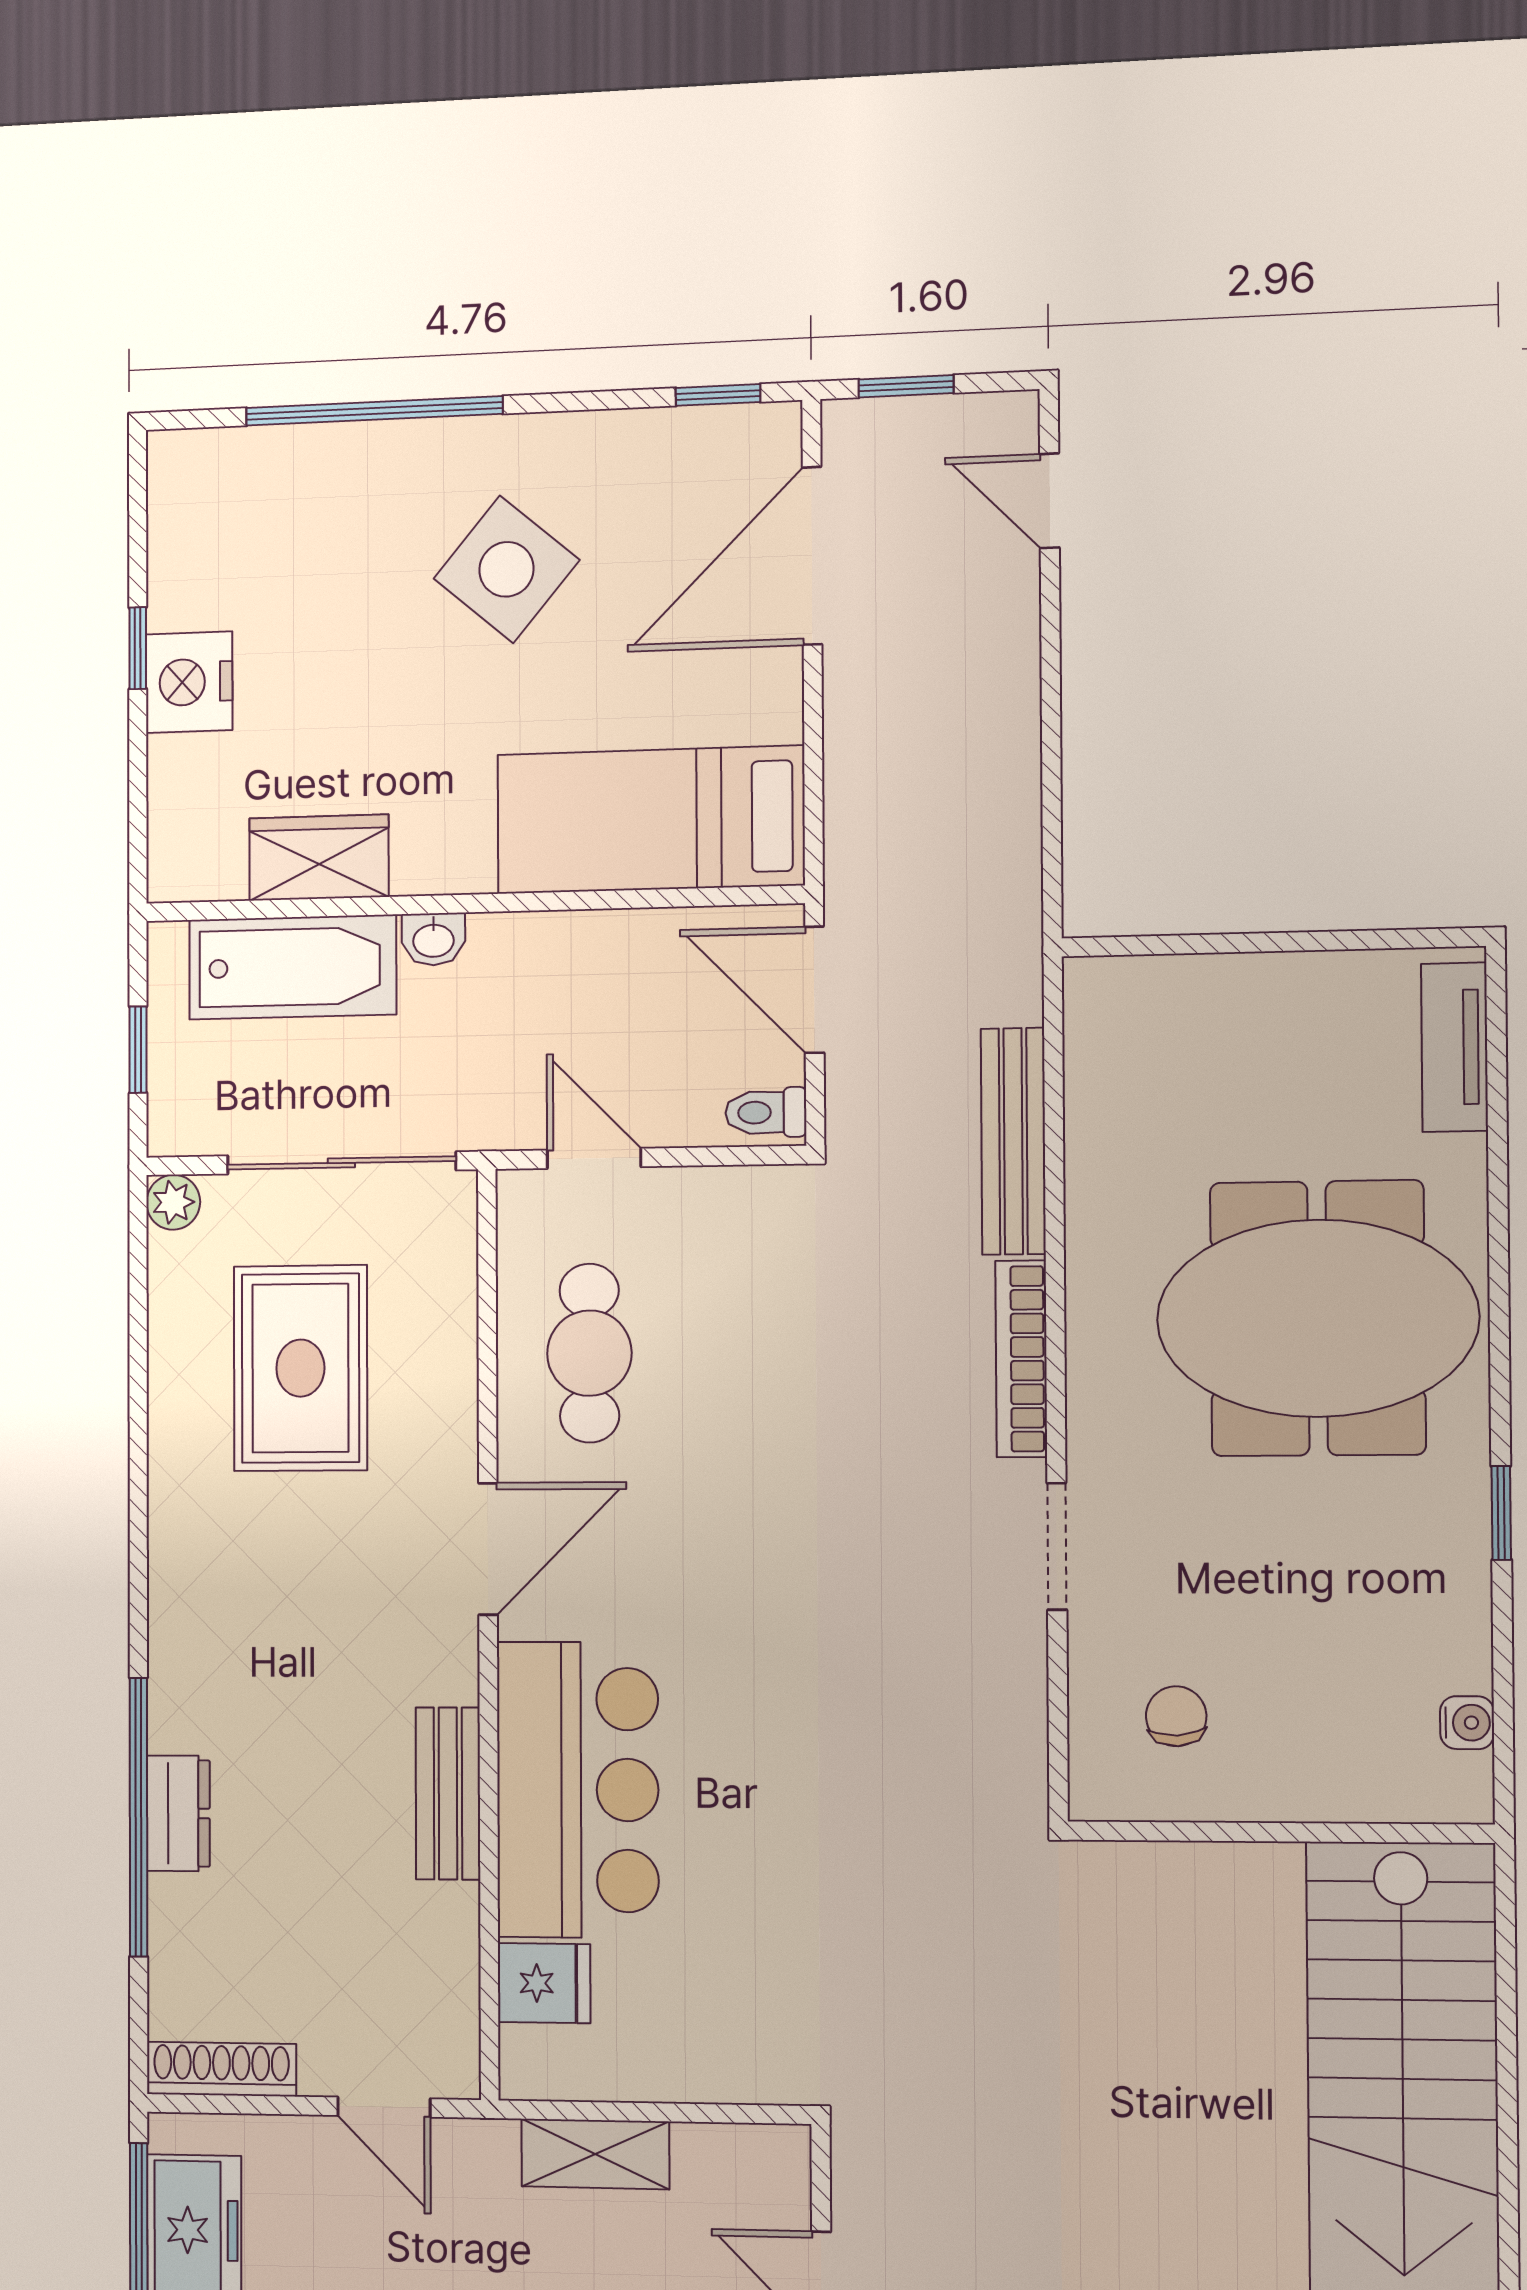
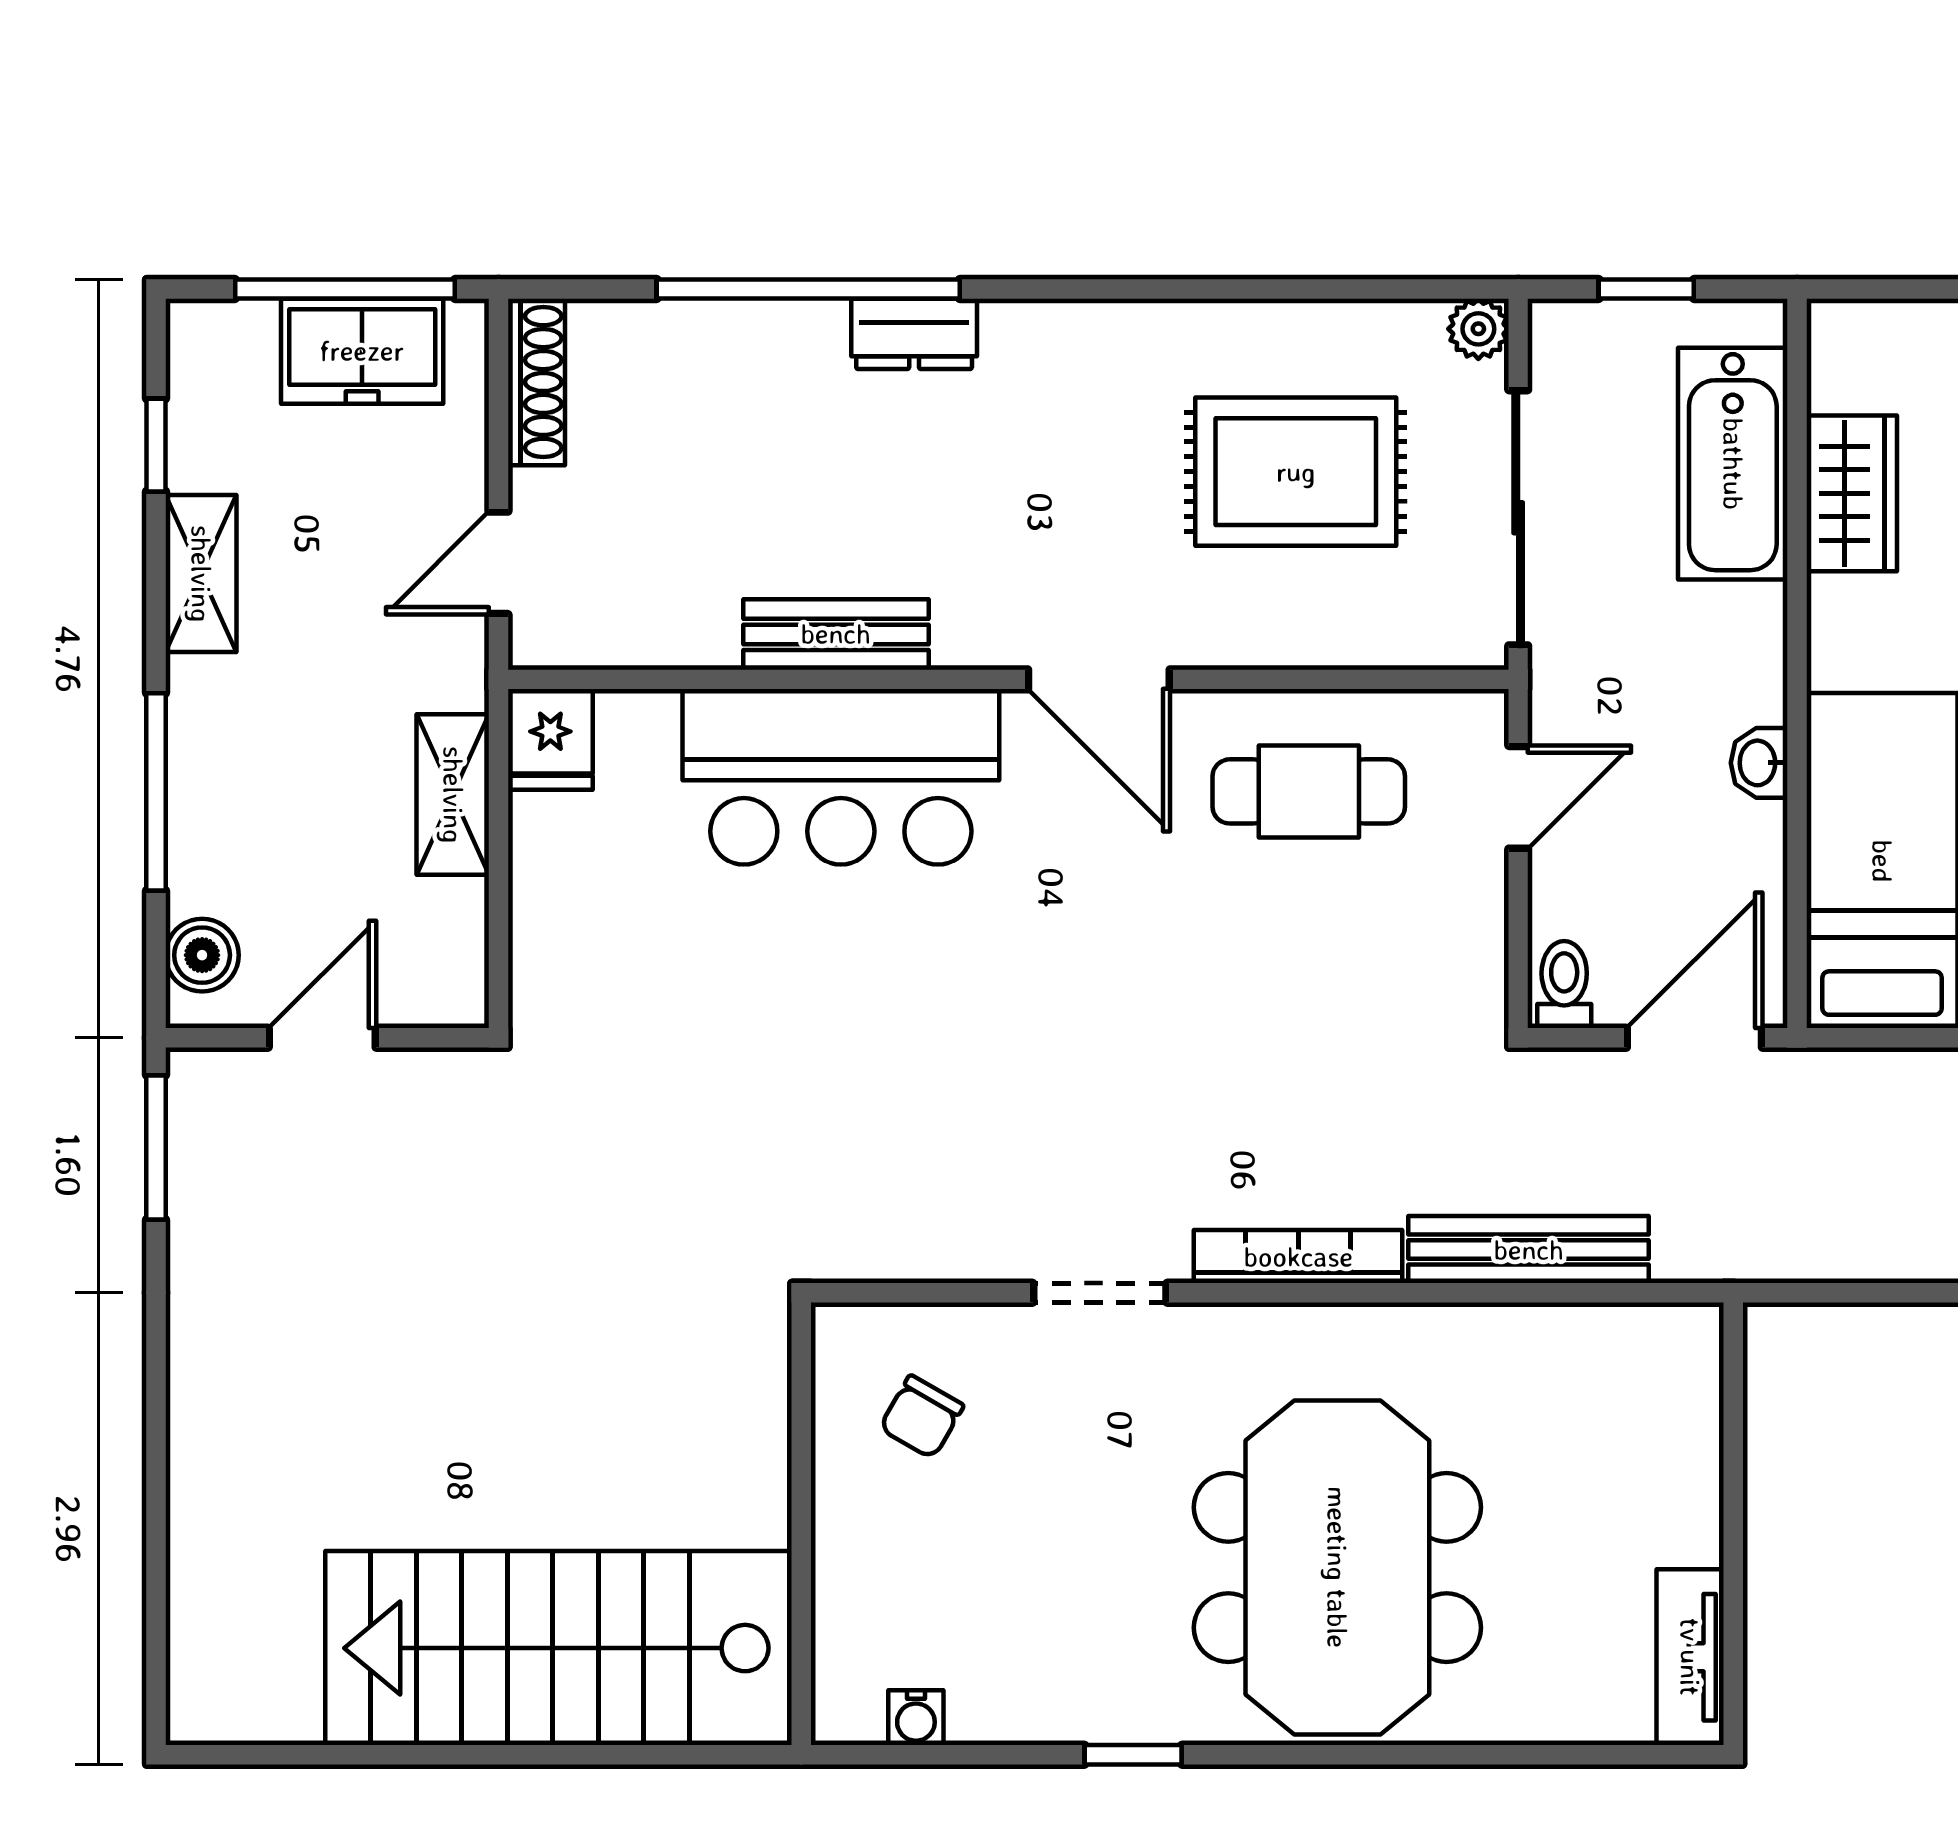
washbasin: (433, 939) -> (1759, 763), moved
tv unit: (1455, 1047) -> (1690, 1657), moved, turned -90
chair: (1176, 1716) -> (922, 1417), turned 123
dresser: (178, 1813) -> (914, 334), moved
fridge: (544, 1983) -> (550, 739), moved

